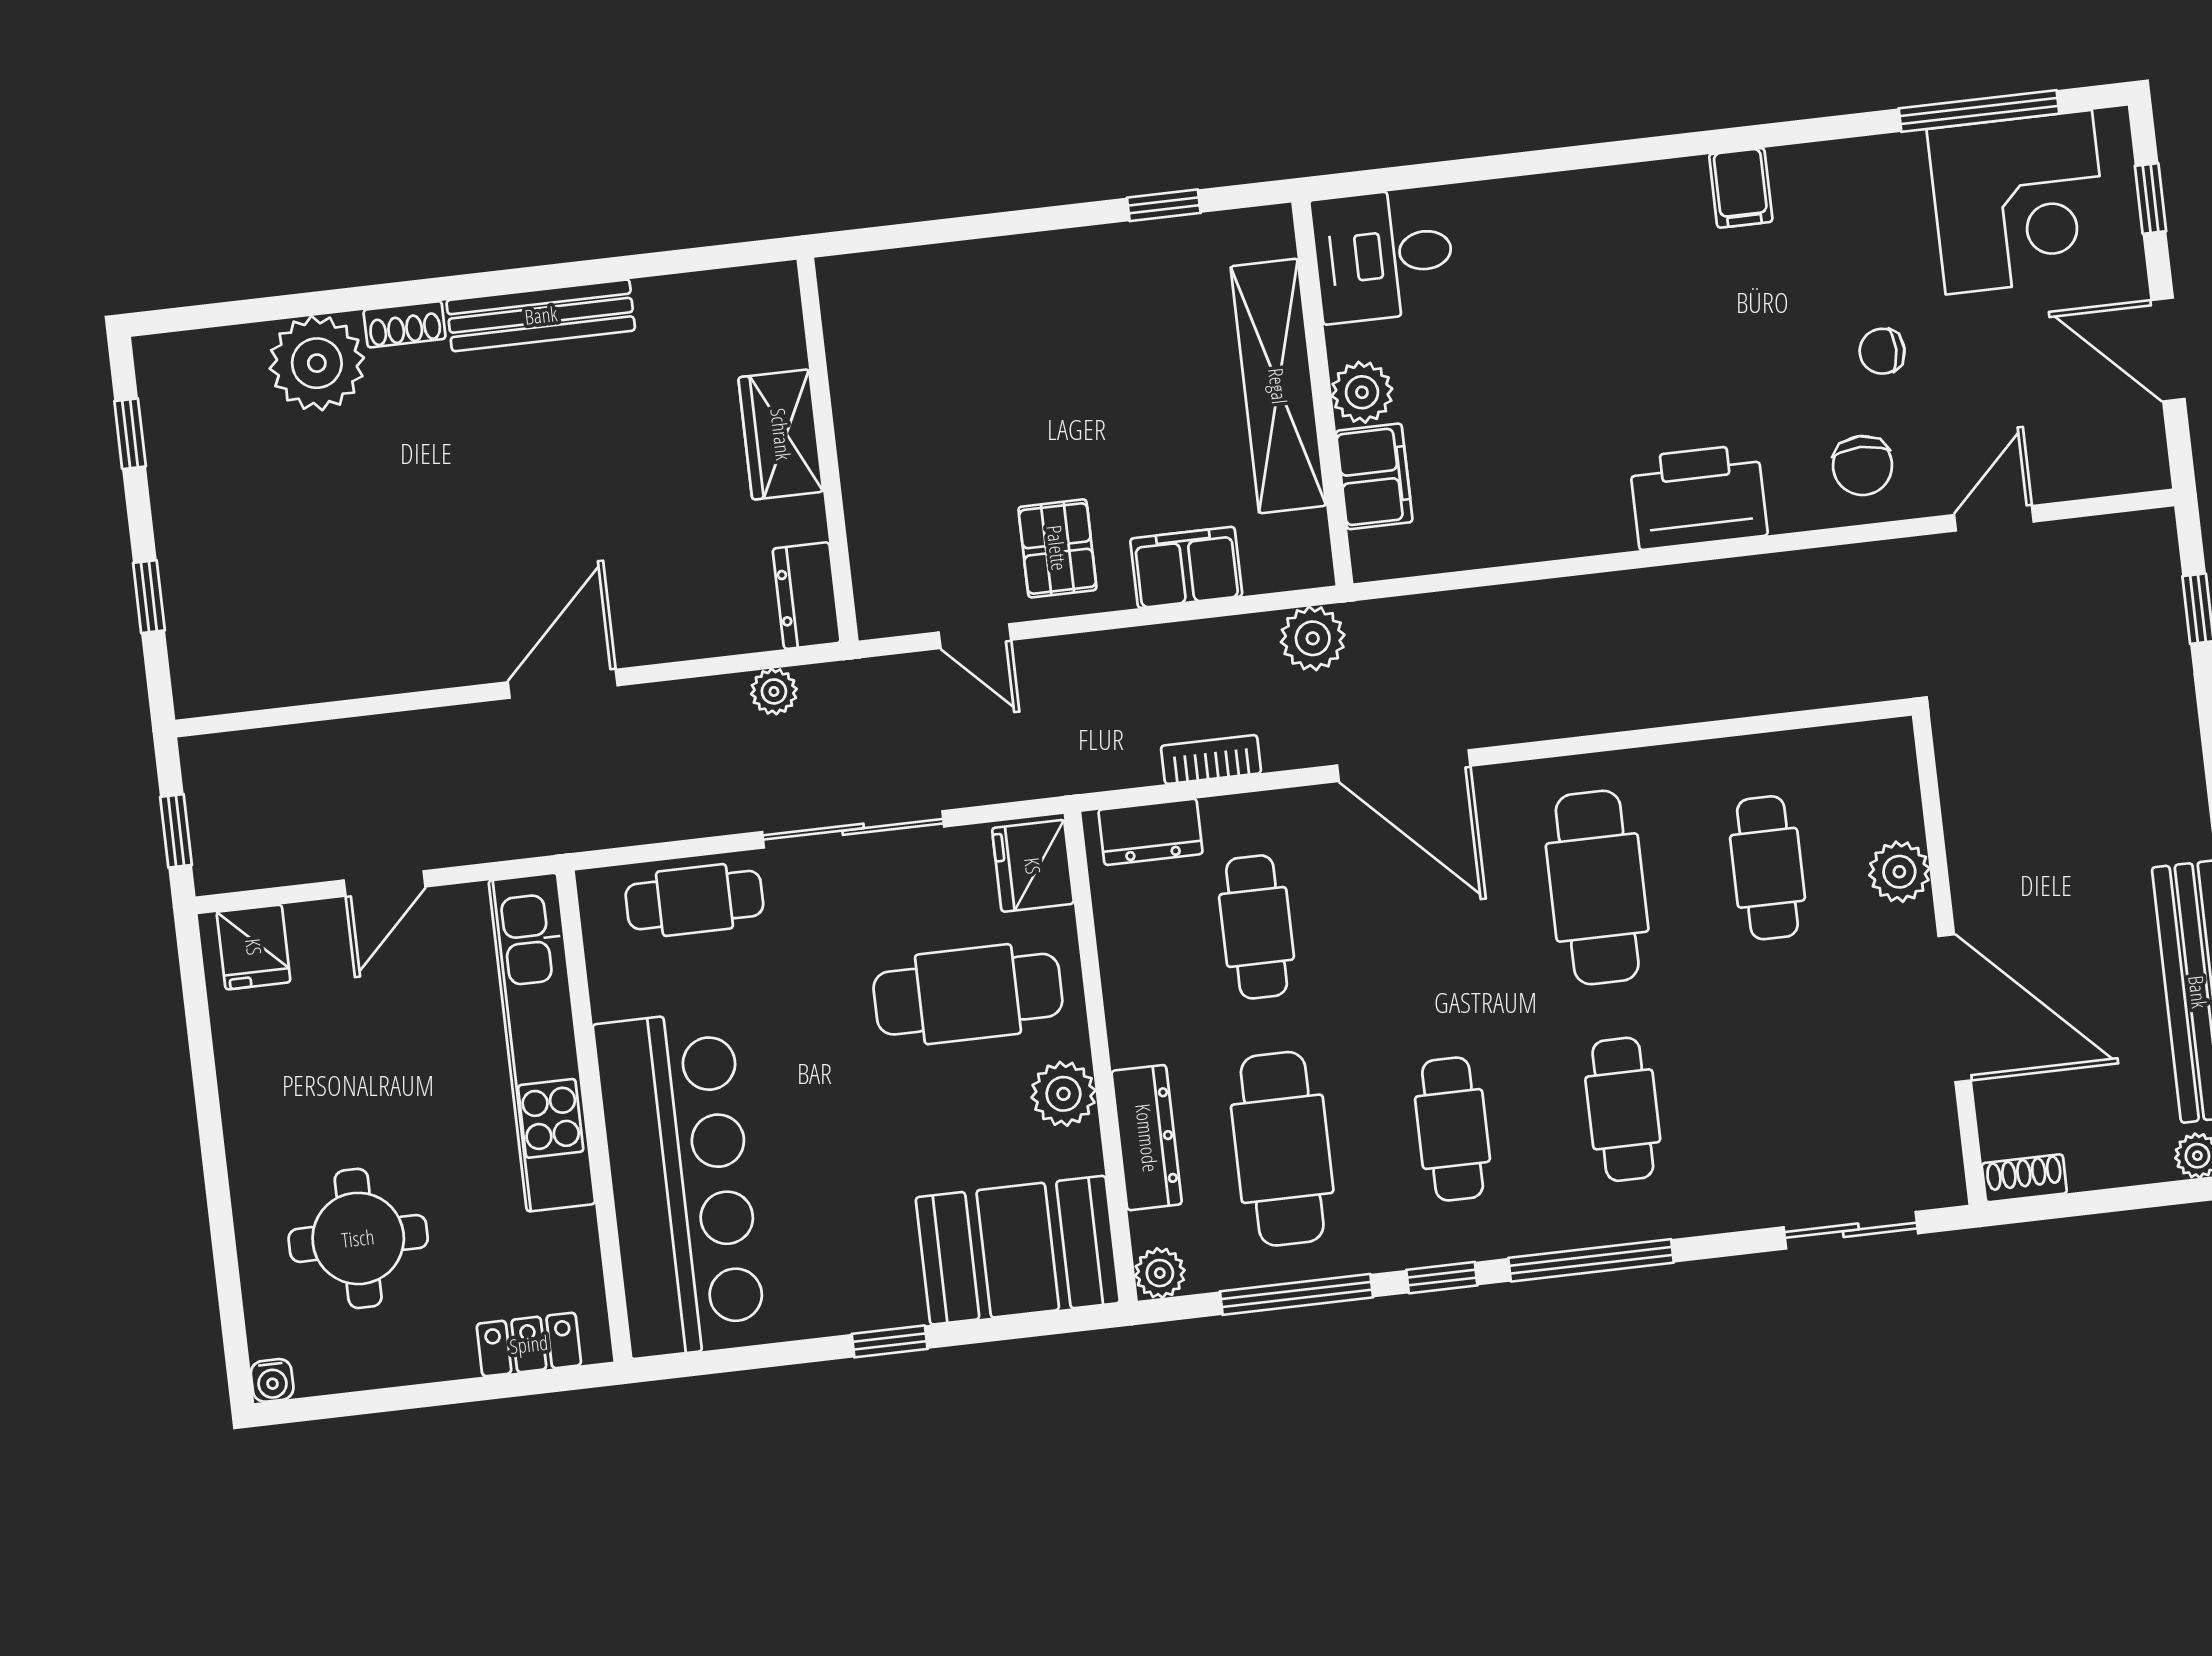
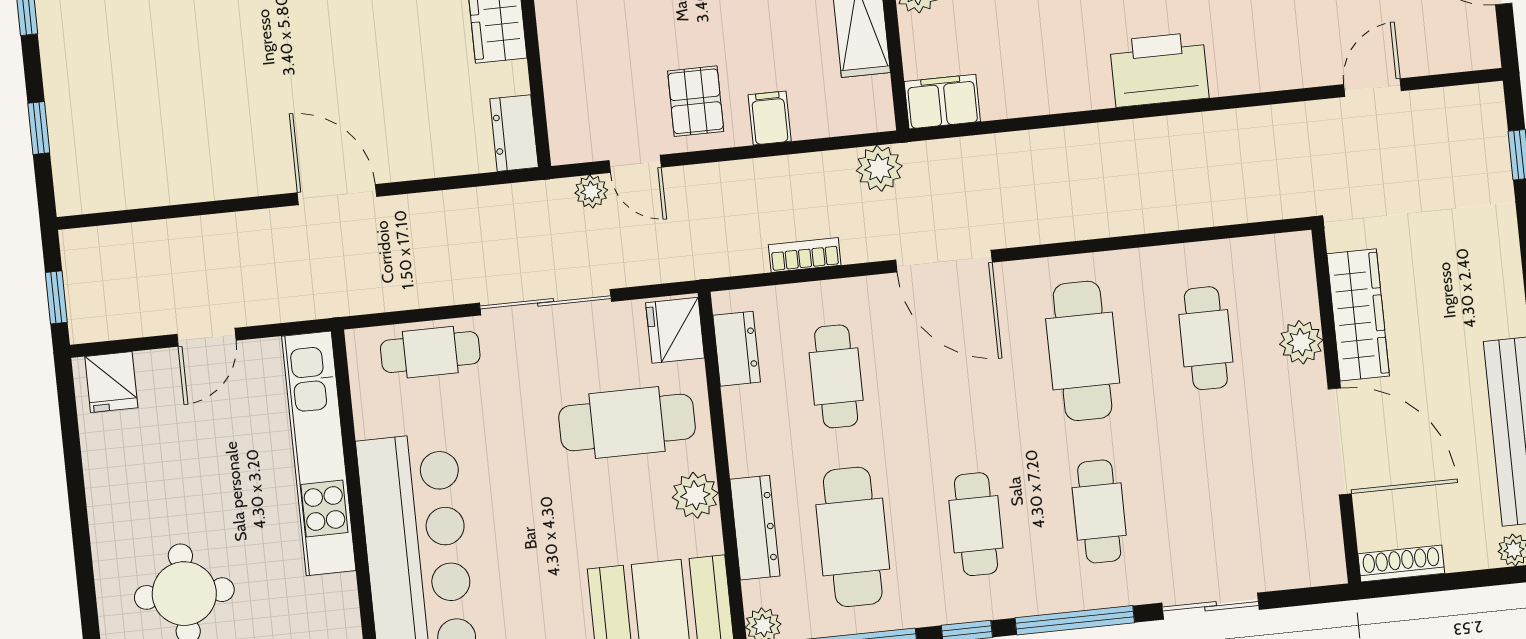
chair: (1863, 466) -> (1278, 48), removed
filing cabinet: (1374, 476) -> (942, 102), moved, turned -90
filing cabinet: (1186, 567) -> (770, 118), width x0.50
door: (563, 684) -> (337, 195), hinge flipped
plant: (774, 691) -> (591, 192), moved
dresser: (1151, 832) -> (737, 349), moved, turned -90
wardrobe: (1978, 833) -> (1358, 315), added
shoe rack: (2024, 1178) -> (1401, 563), width x1.43
sliding door: (1851, 1230) -> (1211, 606), moved

